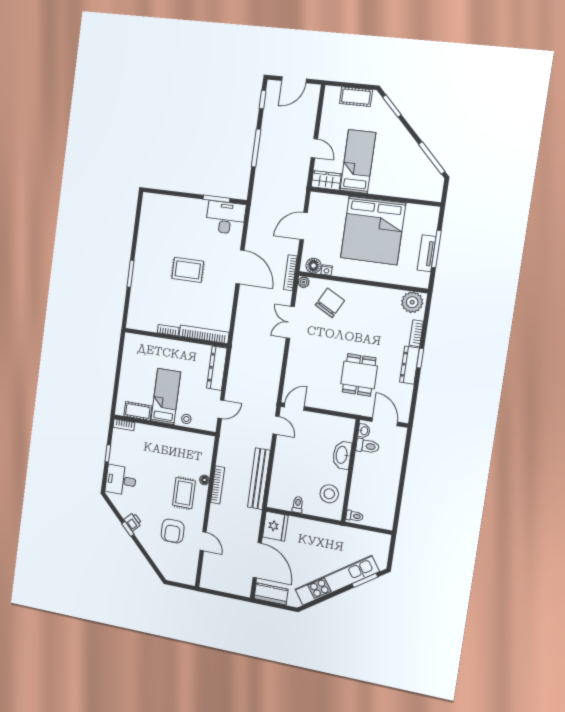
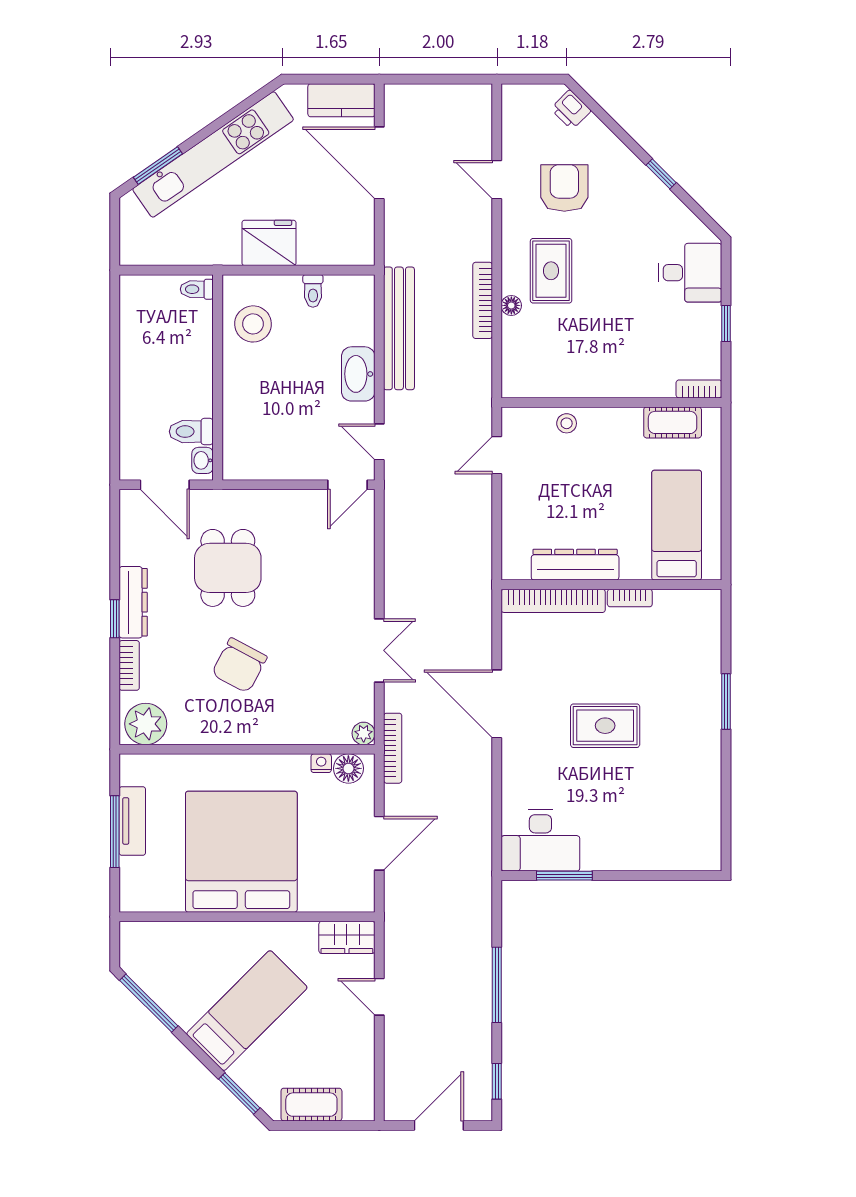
bed: (358, 161) -> (247, 1011), moved, turned -135
door: (240, 267) -> (497, 704), moved
chair: (330, 303) -> (239, 665), moved
dresser: (217, 368) -> (575, 565), moved, turned -90
bed: (166, 397) -> (677, 525), moved, turned 180
washbasin: (342, 455) -> (358, 374), moved, turned 180
printer: (133, 522) -> (571, 110), moved
fridge: (275, 526) -> (269, 243), moved, turned 90

